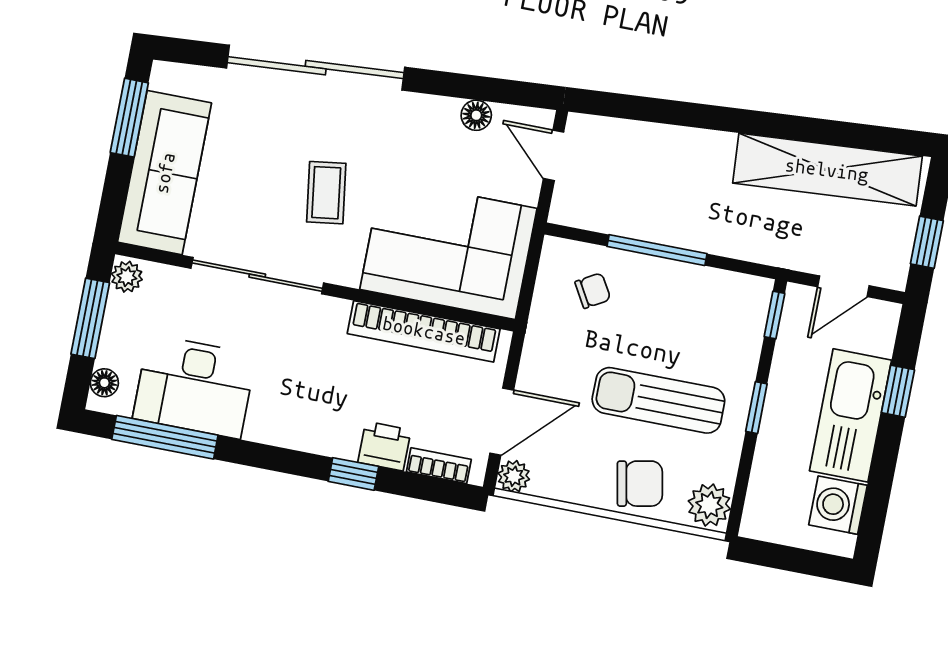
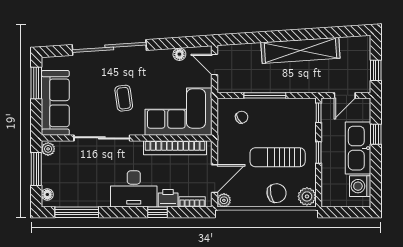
shelving: (827, 170) -> (300, 50), moved
desk: (194, 386) -> (134, 189), moved

